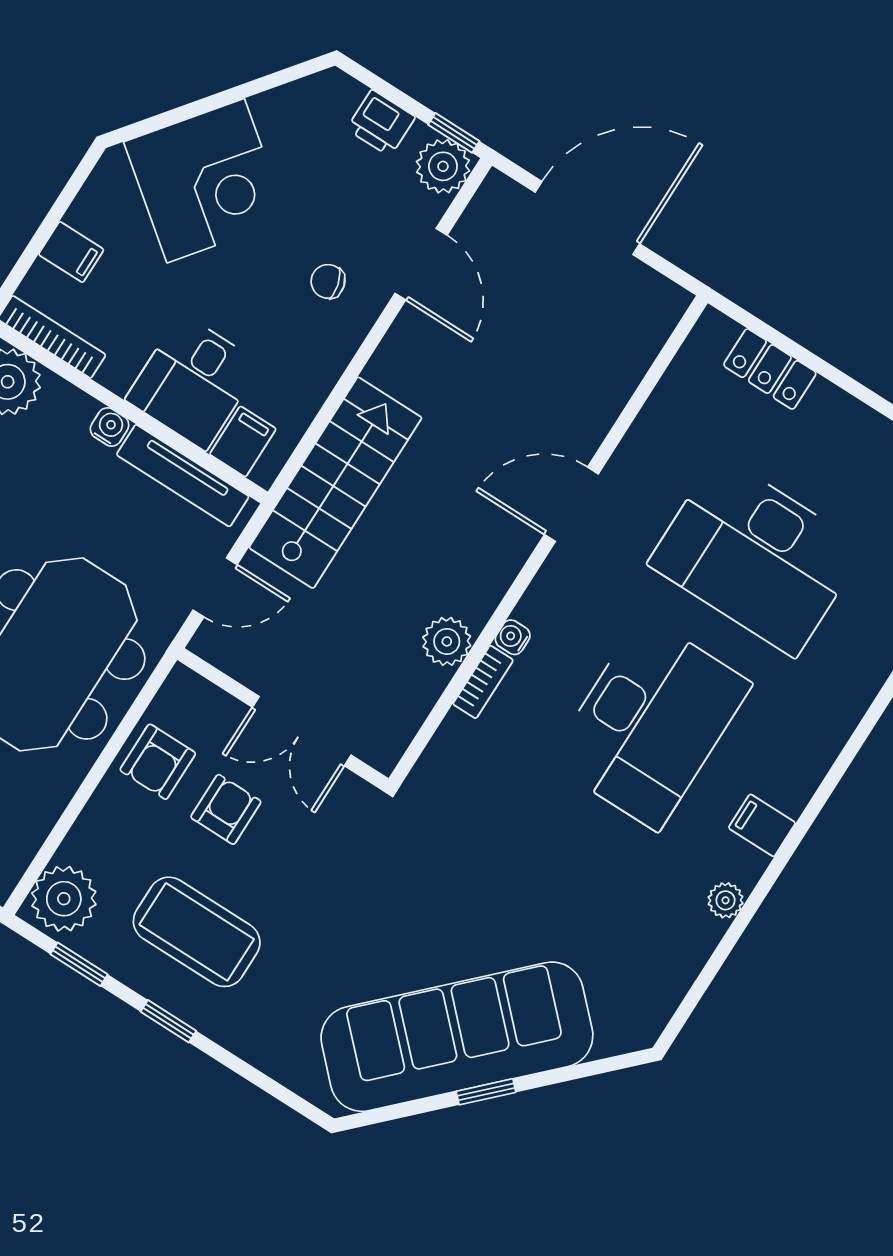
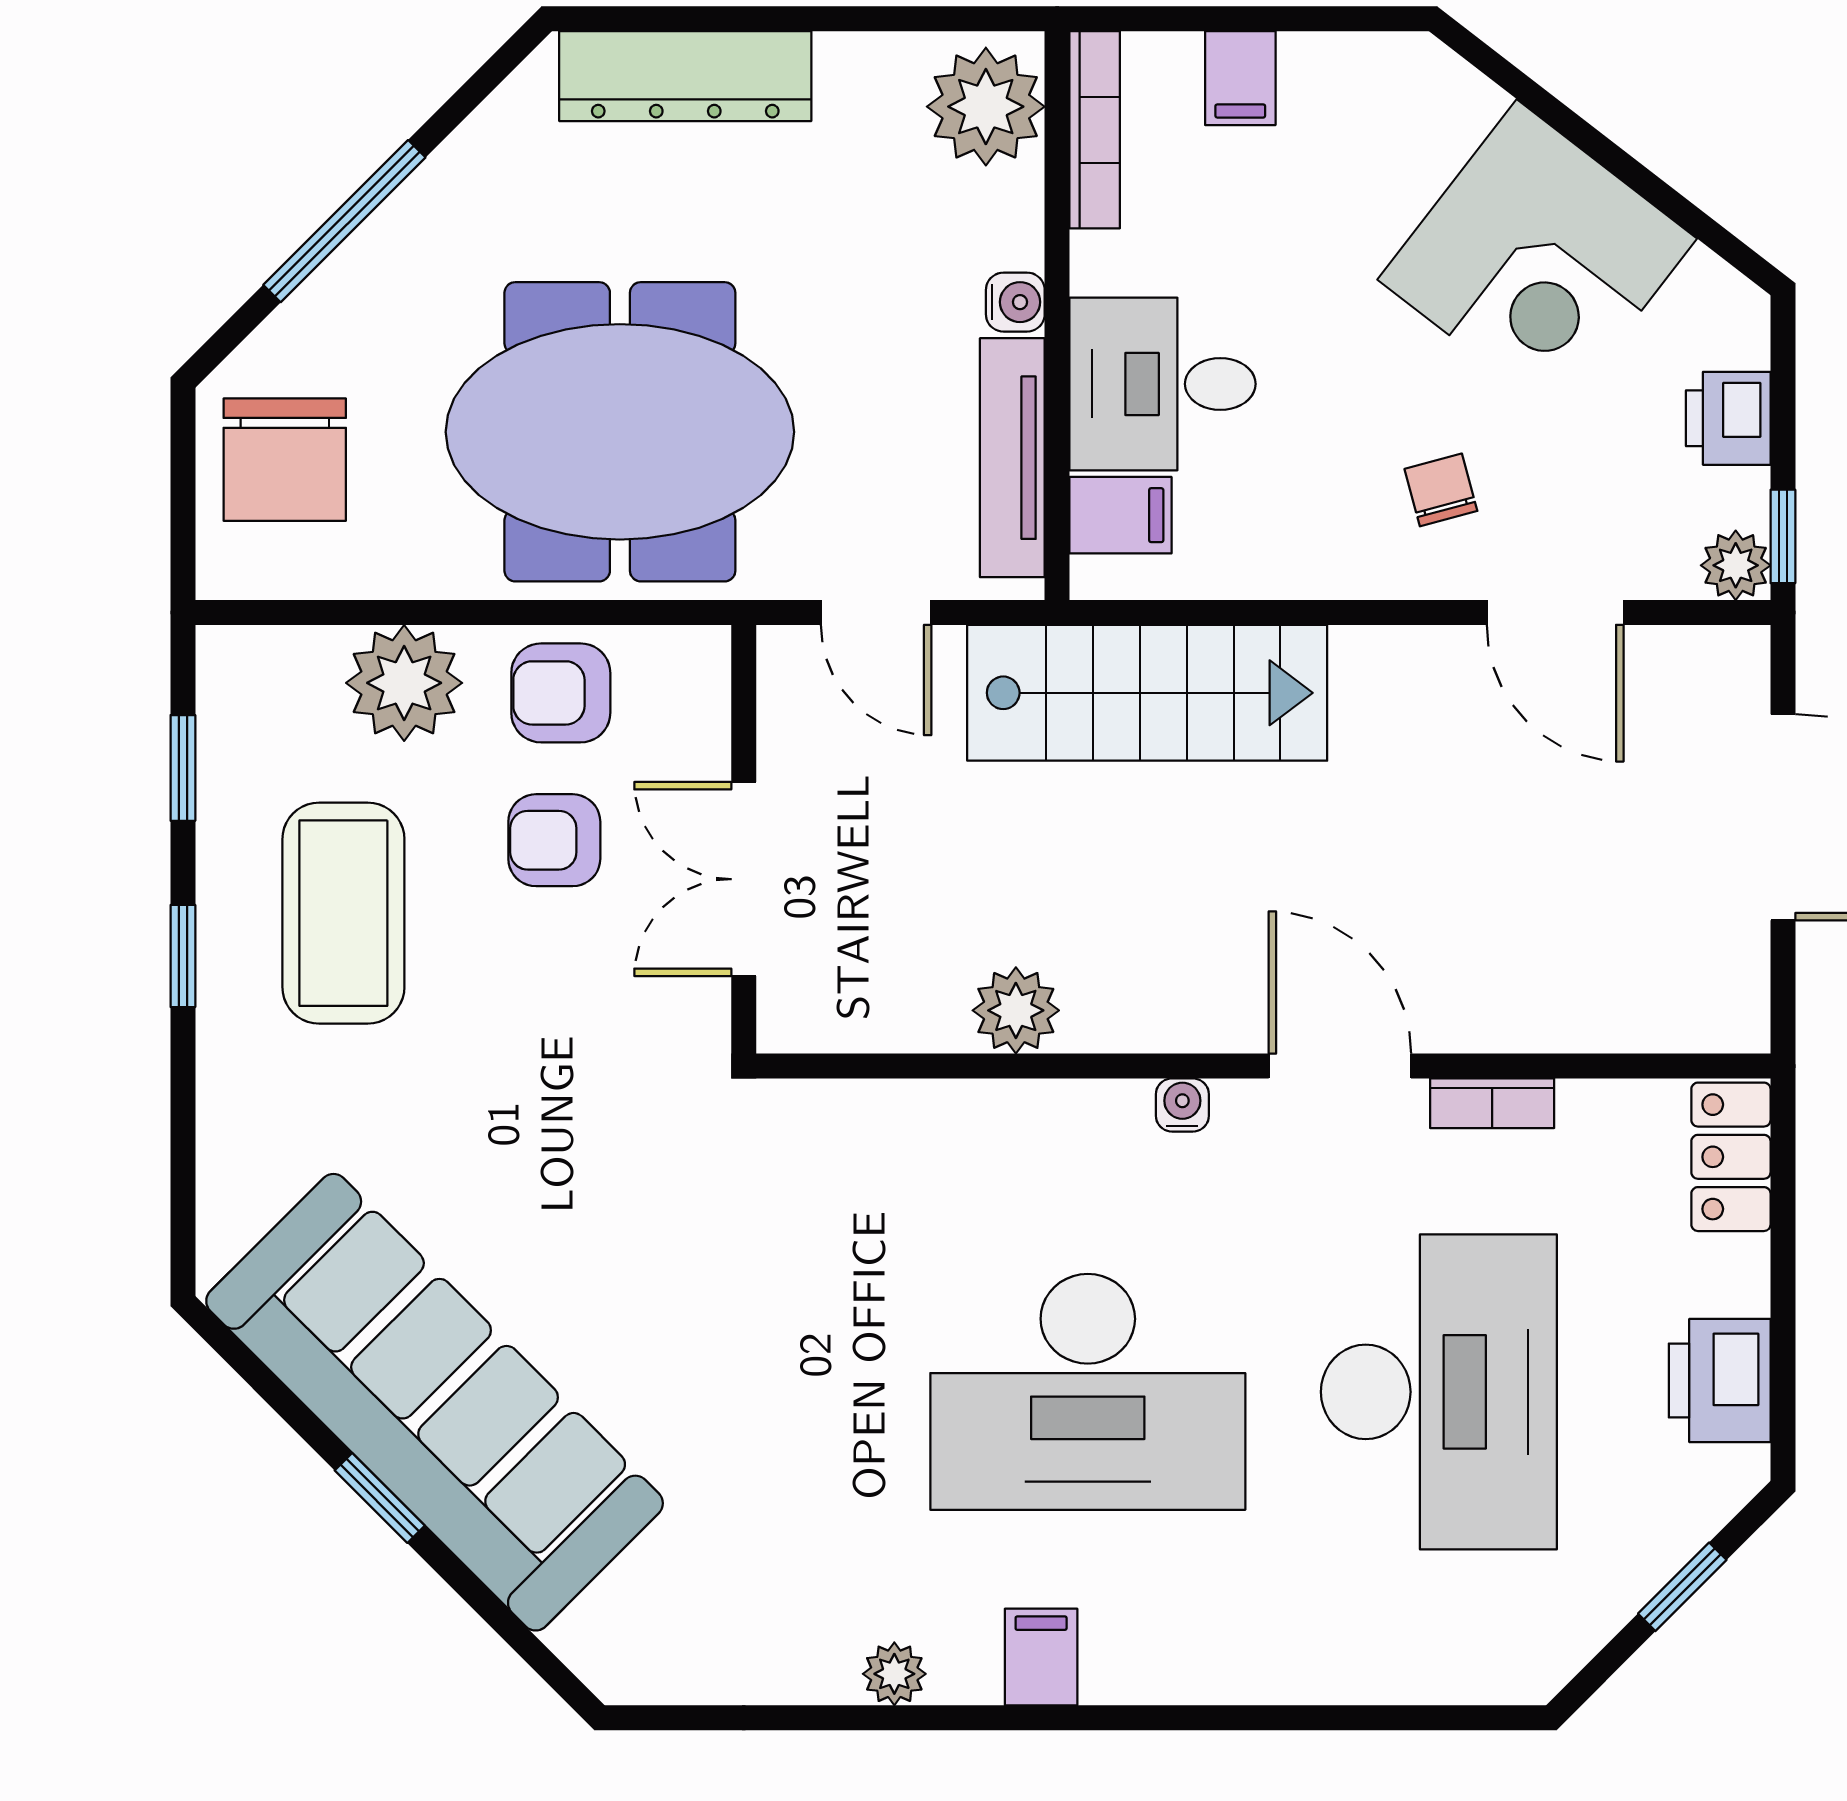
plant: (443, 166) -> (1736, 565), width x0.73, depth x0.73
corner desk: (206, 181) -> (1537, 259), moved
door: (421, 264) -> (1555, 612), hinge flipped
locker: (770, 369) -> (1731, 1157), moved
printer: (836, 419) -> (1720, 1380), added
desk: (756, 556) -> (1439, 1392), turned 180
water cooler: (513, 637) -> (1182, 1105), moved
bookcase: (483, 682) -> (1492, 1103), moved
armchair: (226, 809) -> (554, 840), turned 180
plant: (64, 899) -> (404, 683), moved

